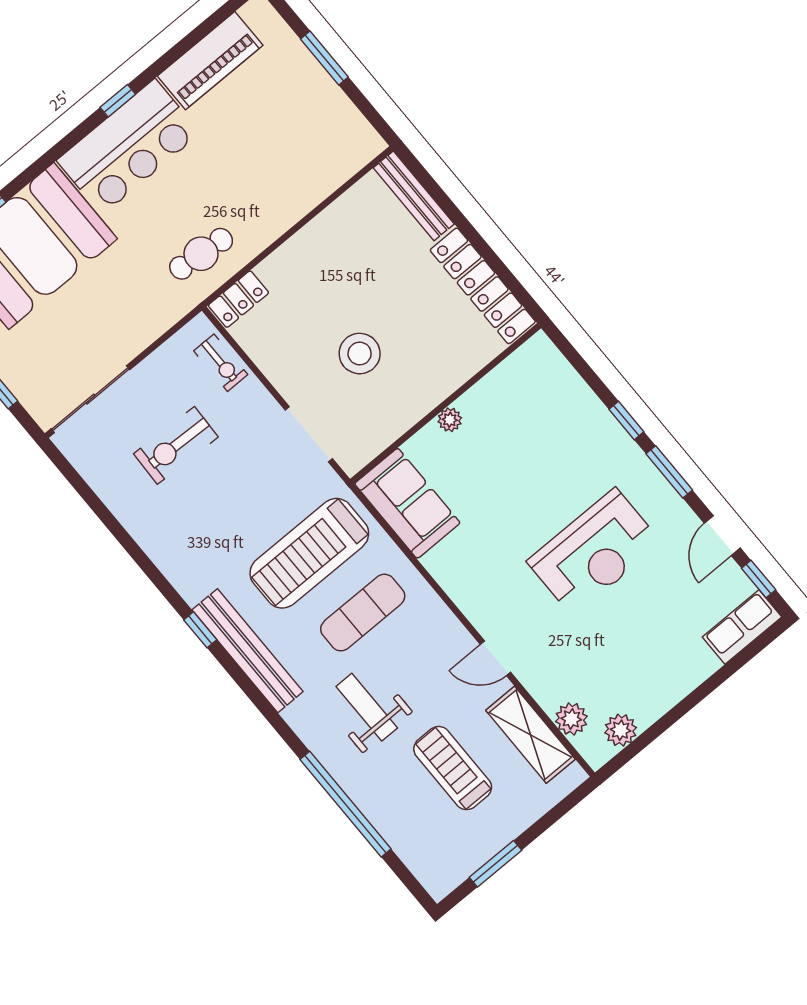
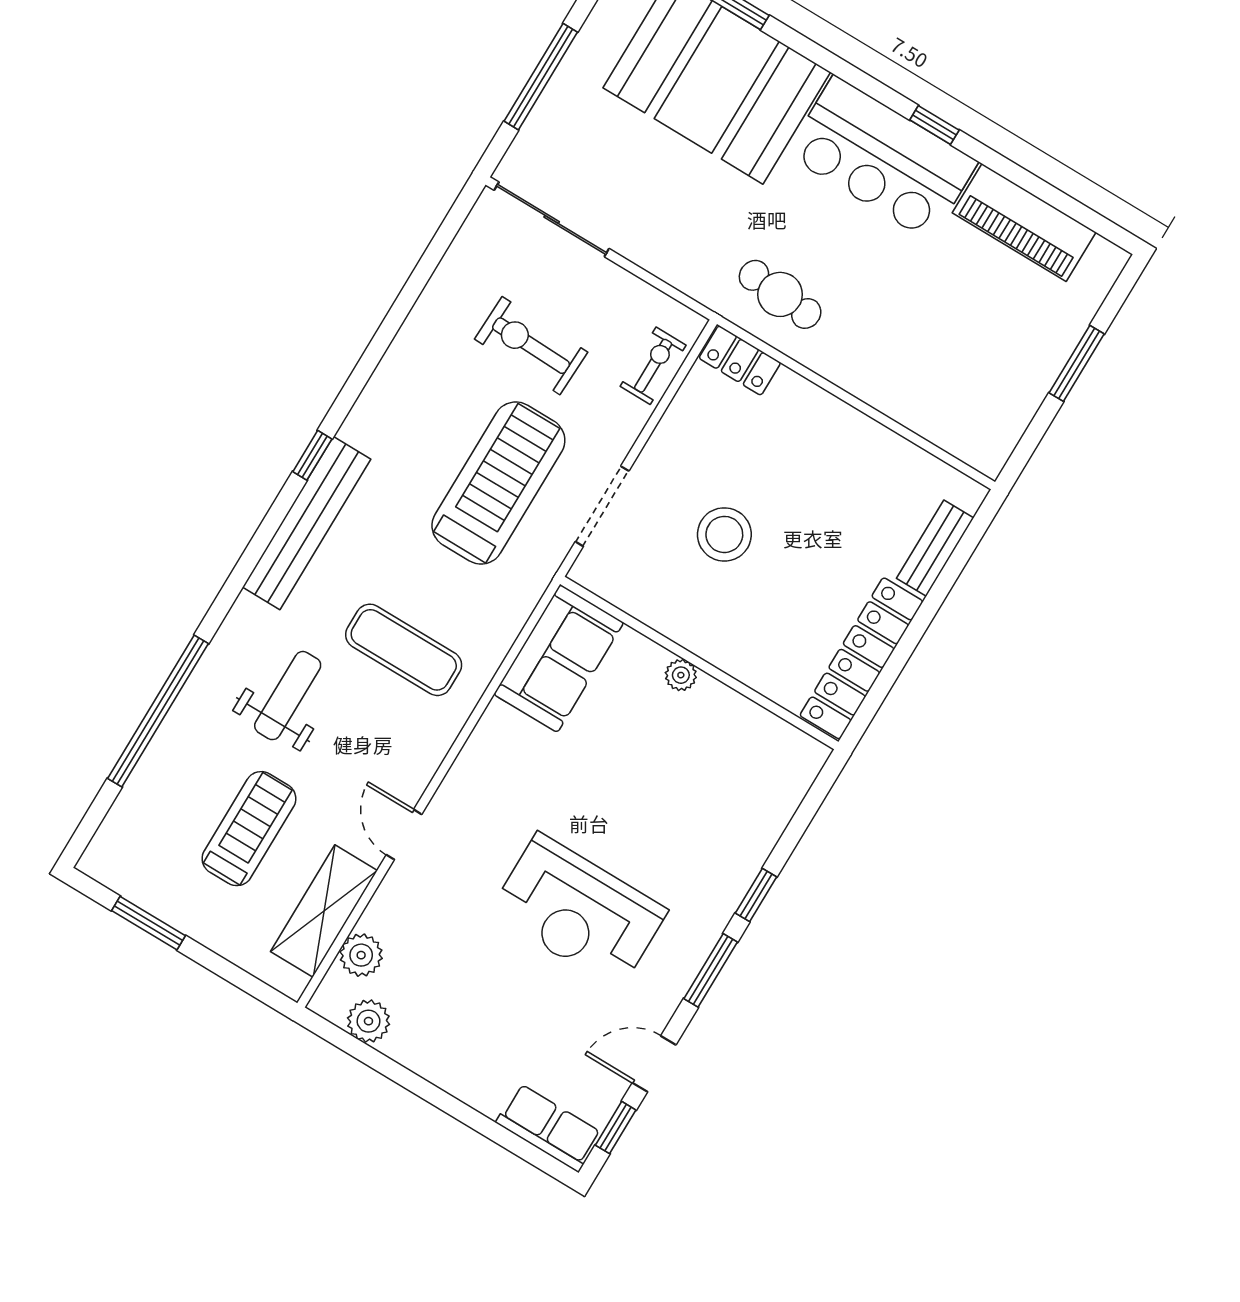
bench: (414, 196) -> (935, 548), width x0.73
exercise bike: (221, 363) -> (653, 366), turned 180
treadmill: (309, 553) -> (498, 483), moved, turned 90

